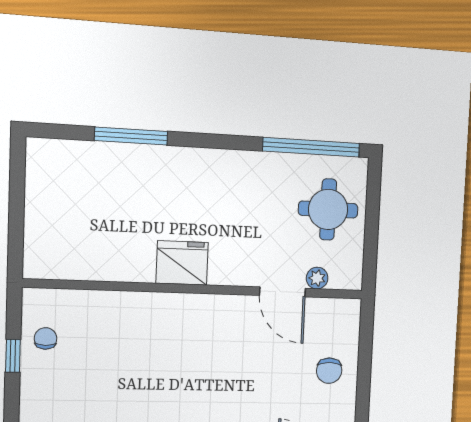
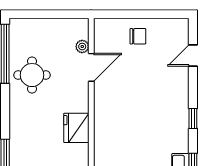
round table: (328, 209) -> (32, 75), moved

